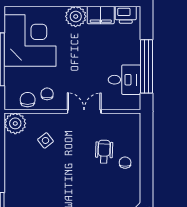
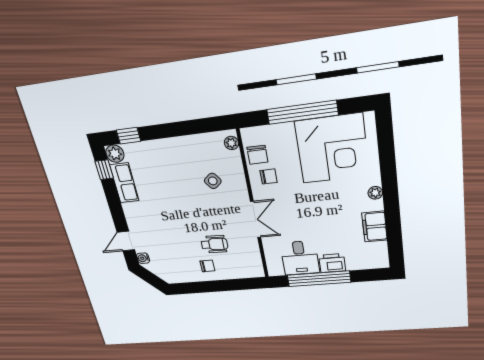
printer: (126, 15) -> (332, 263), moved, turned 90
plant: (76, 16) -> (375, 193), width x0.53, depth x0.53
chair: (28, 100) -> (257, 155), turned 90
plant: (15, 123) -> (231, 143), width x0.53, depth x0.53

